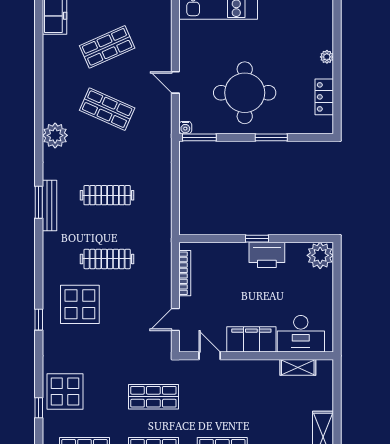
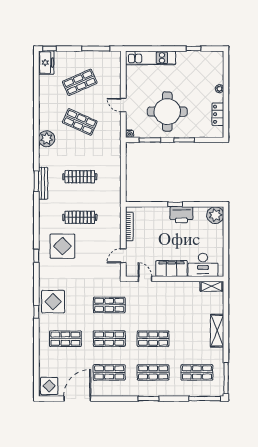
window: (199, 137) -> (150, 140), moved
shelving: (298, 367) -> (212, 286), moved

